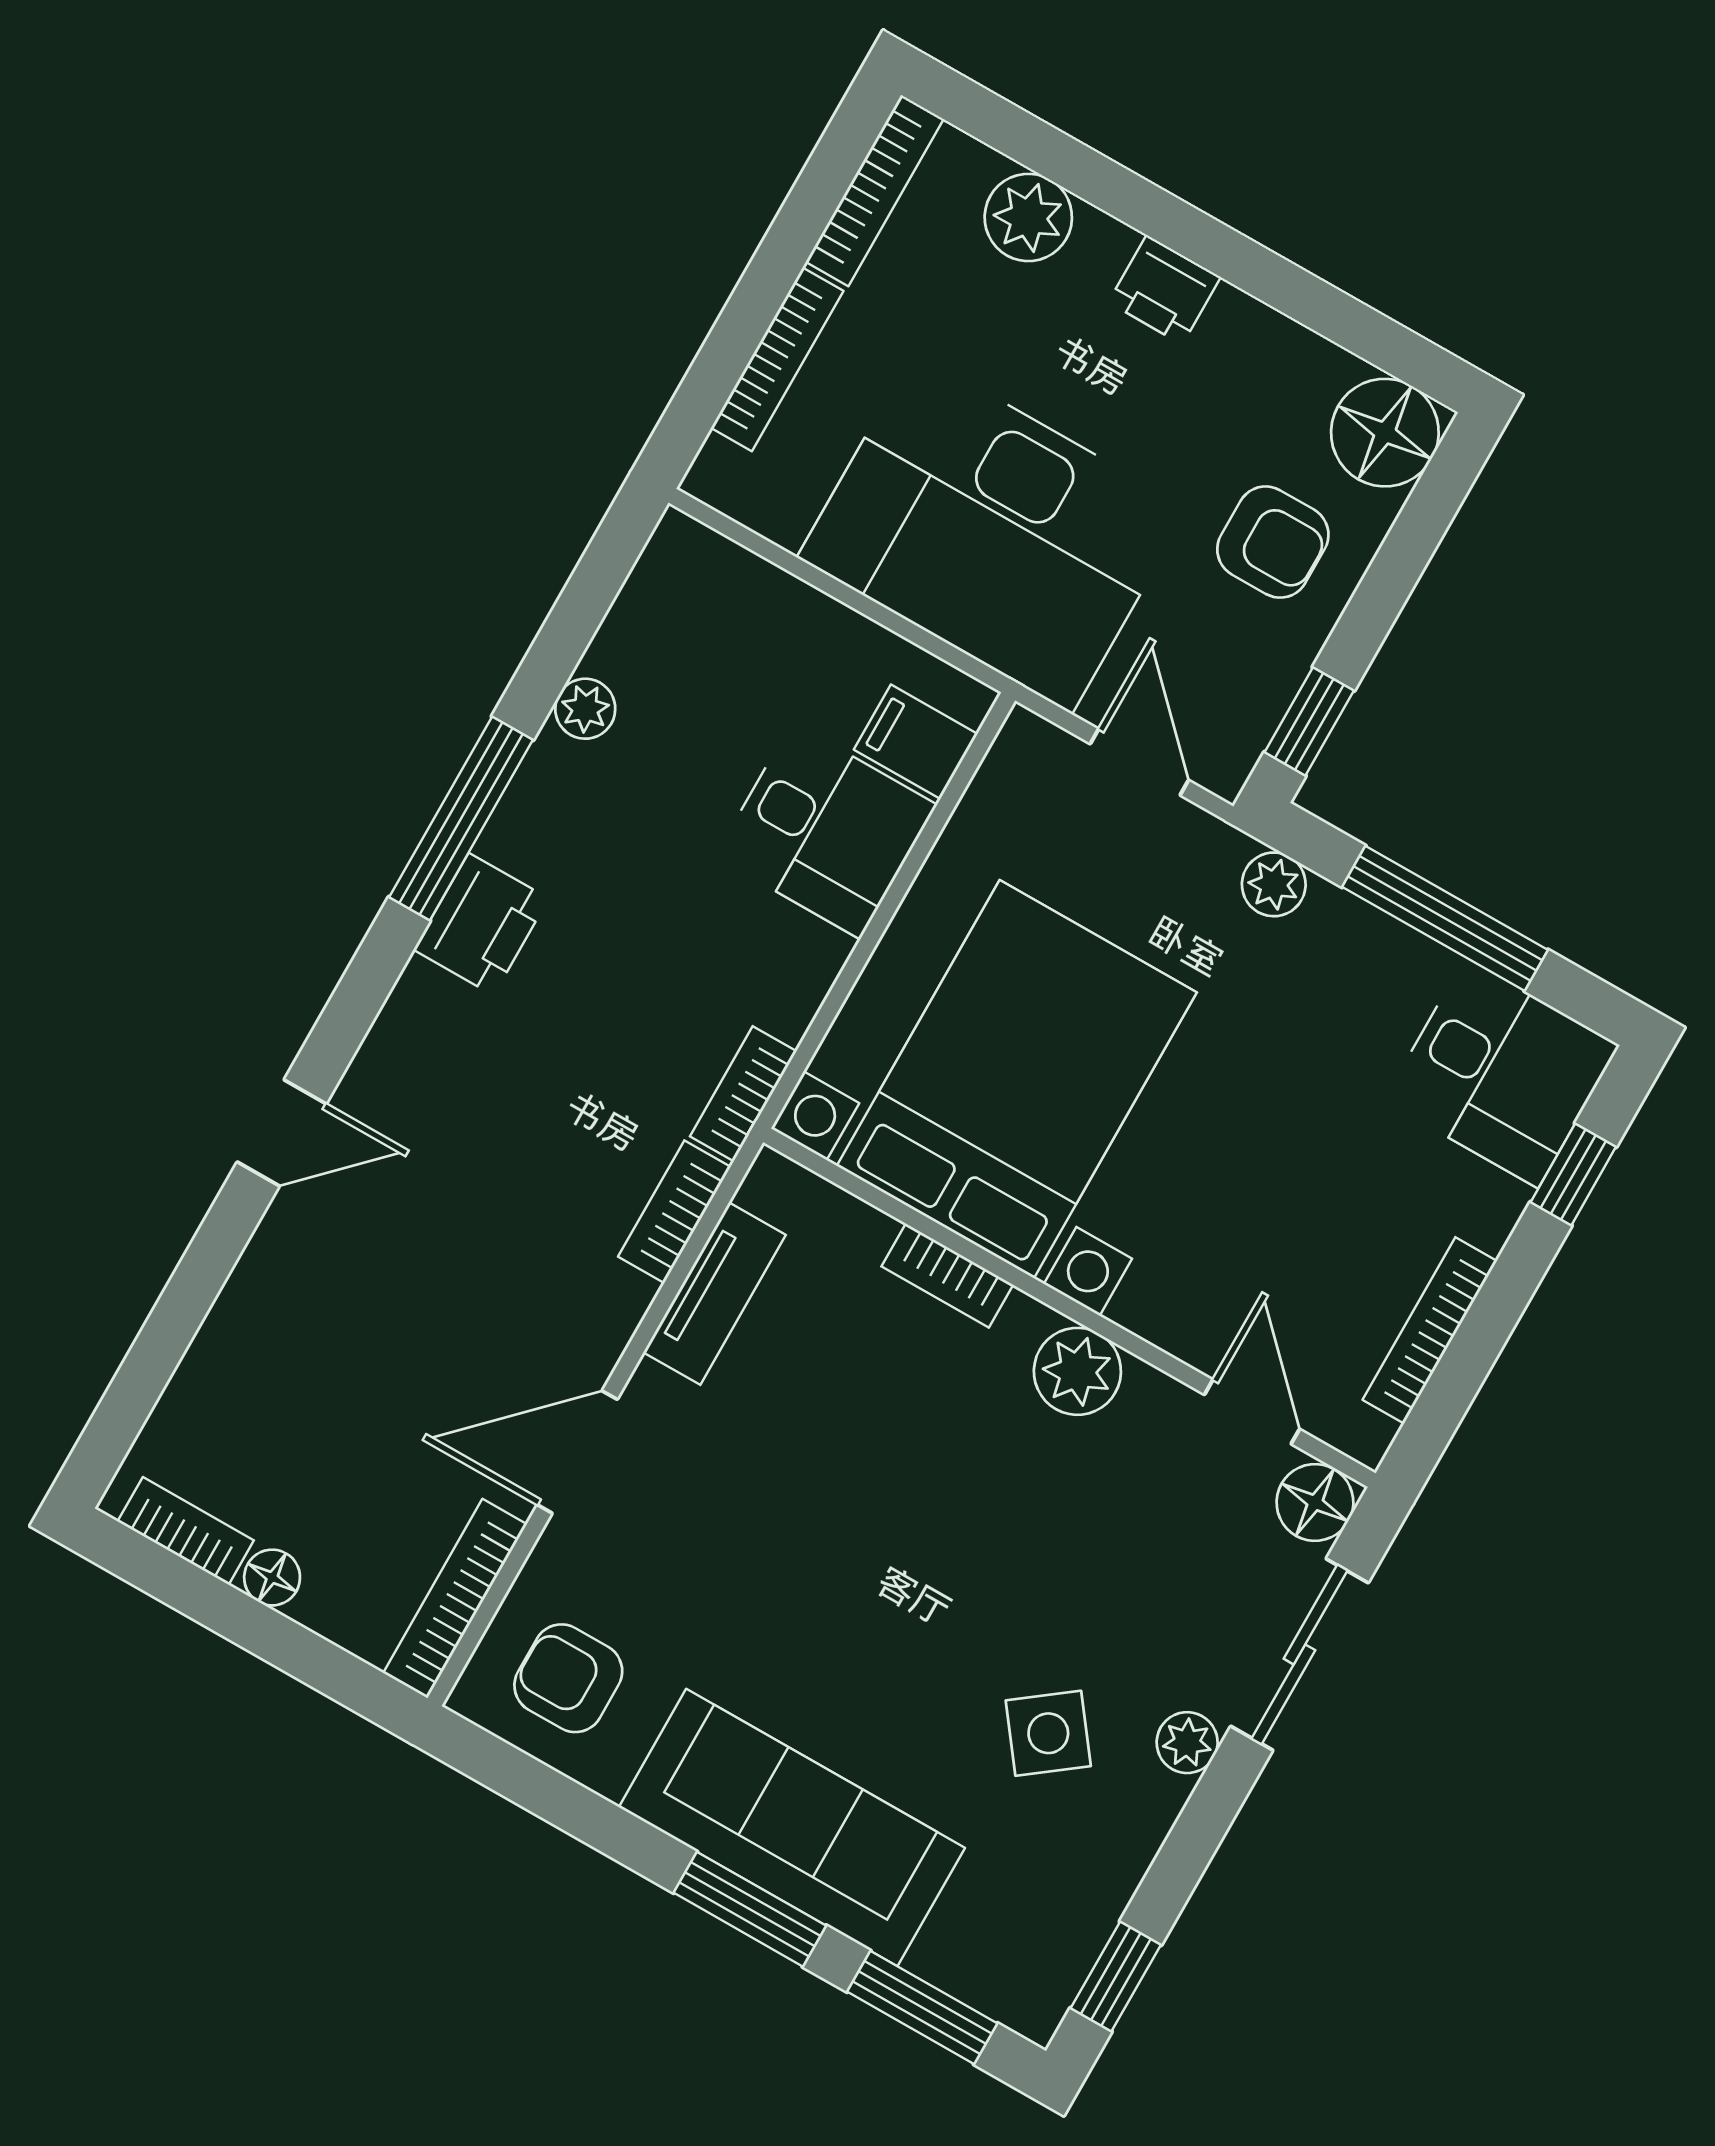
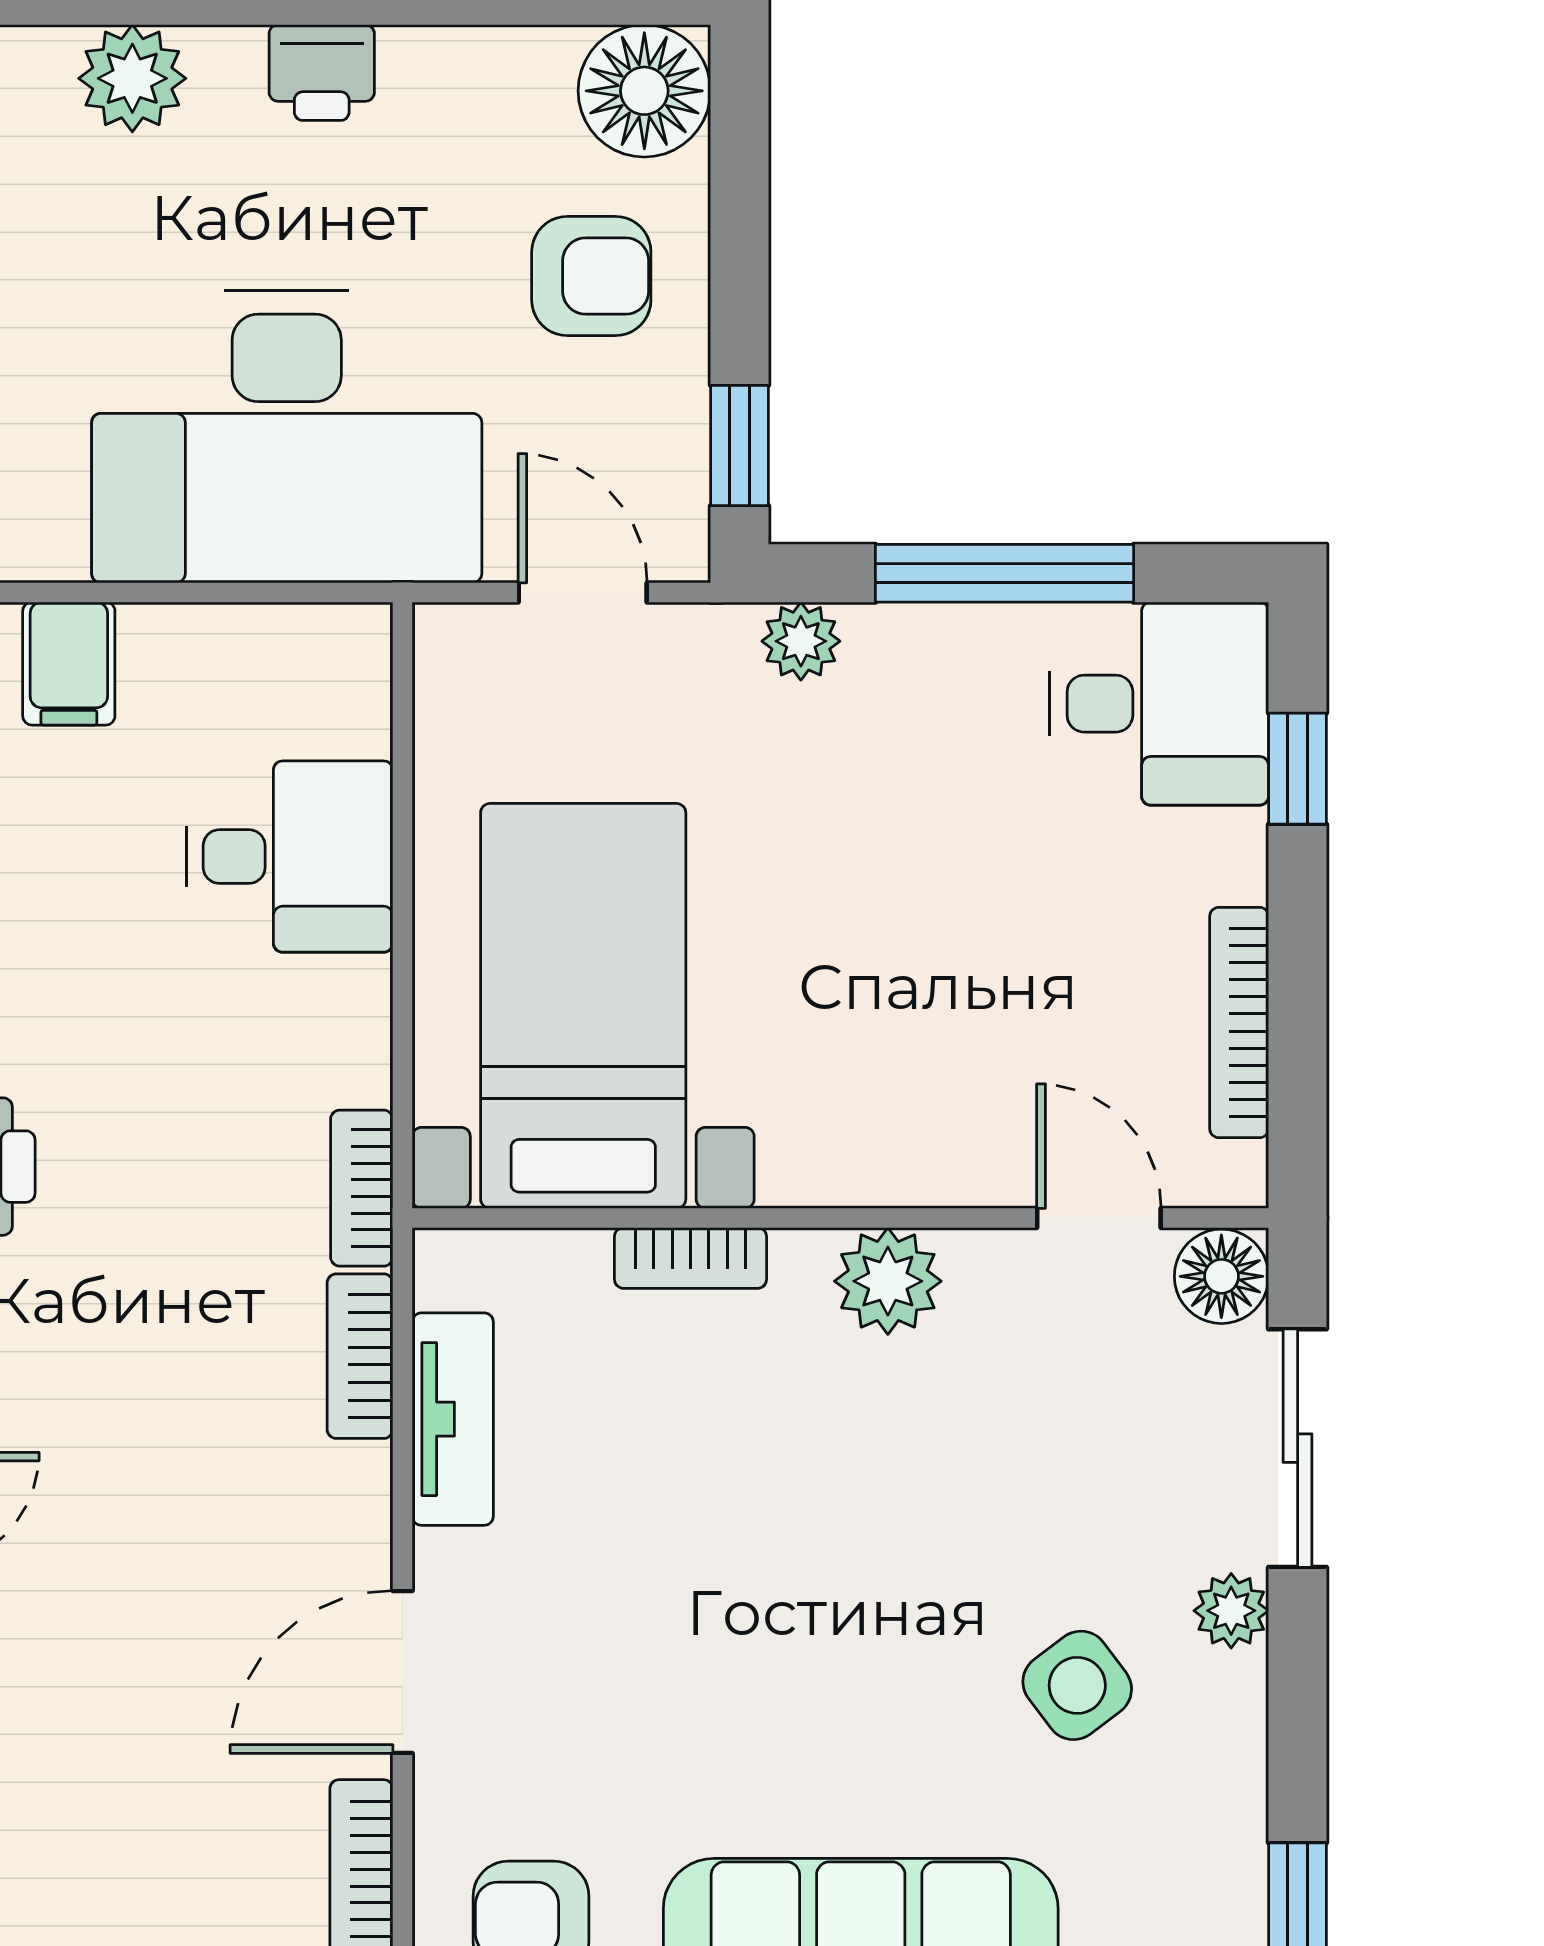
filing cabinet: (916, 742) -> (69, 664), moved, turned -90
bed with nightstands: (1017, 1079) -> (583, 1006), width x0.73

